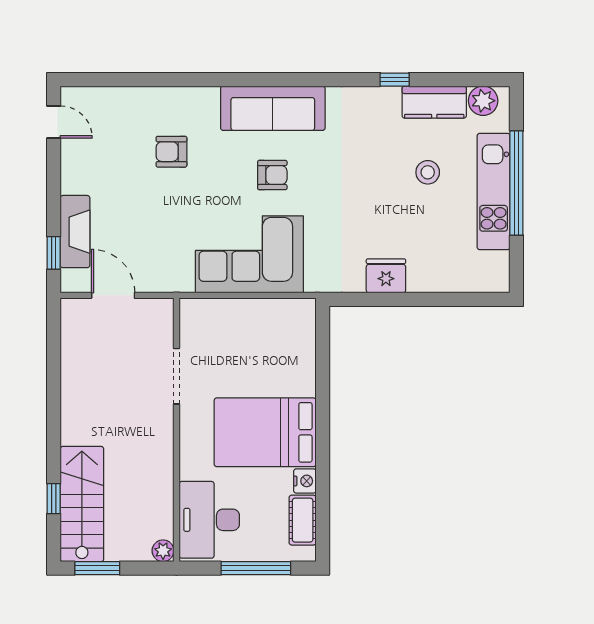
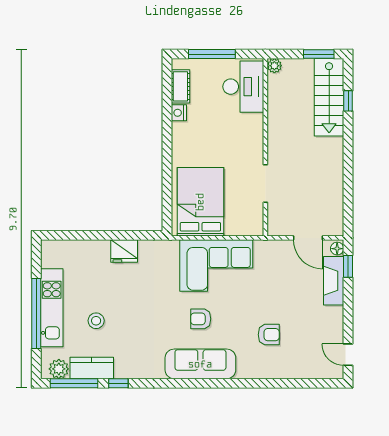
window: (460, 80) -> (74, 383), added
floor lamp: (70, 279) -> (337, 249), added
bed: (265, 432) -> (200, 202), moved, turned -90

